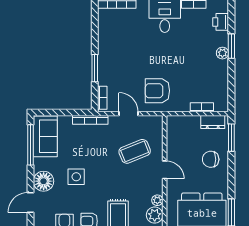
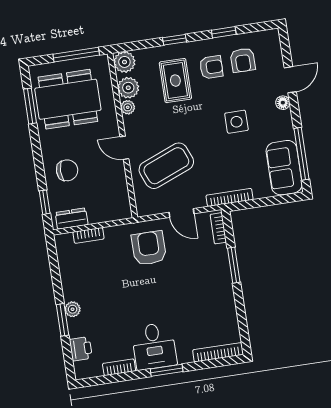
armchair: (157, 91) -> (149, 248), turned -90
window: (231, 138) -> (45, 202), width x0.67
coffee table: (135, 151) -> (166, 166), width x1.36, depth x1.32
floor lamp: (44, 181) -> (283, 103), width x0.53, depth x0.53

